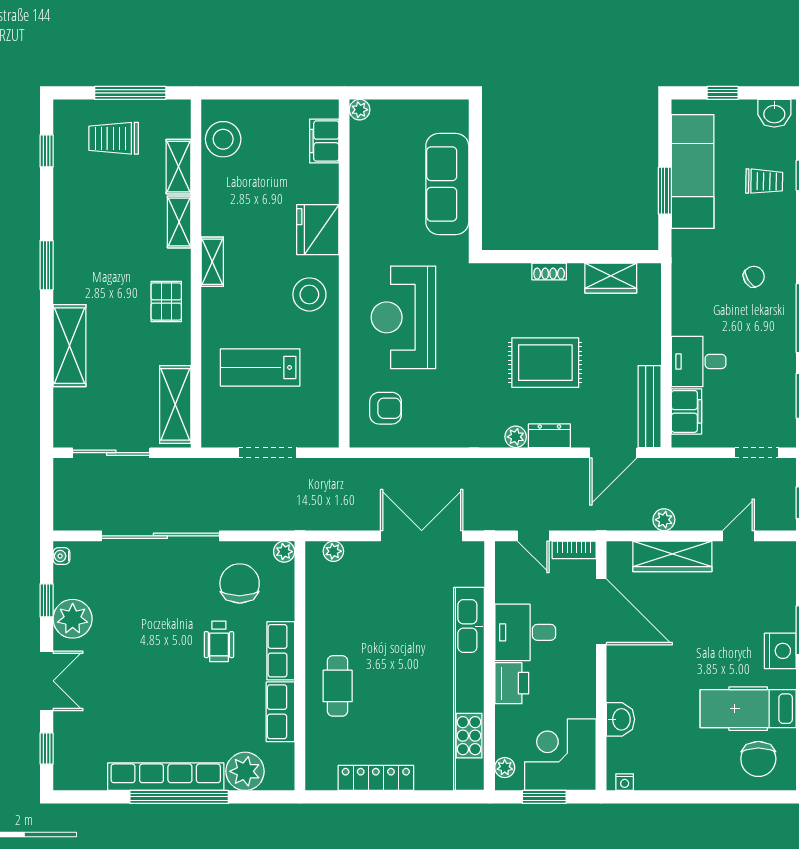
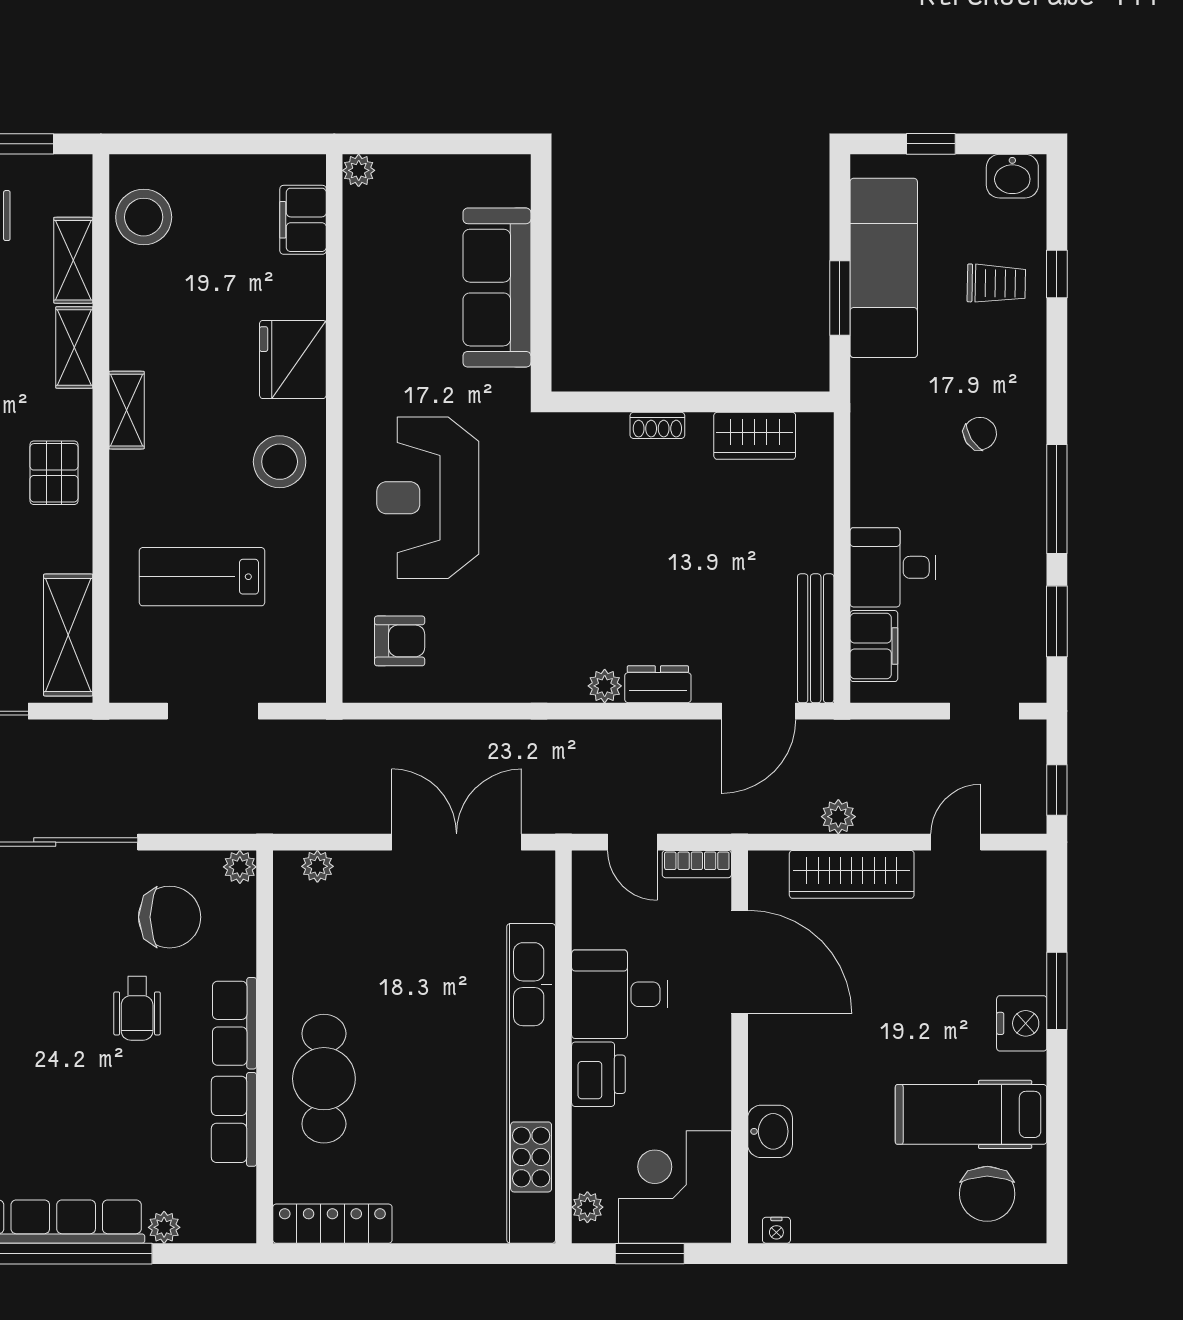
rug: (545, 363) -> (651, 569), removed
chair: (240, 583) -> (170, 917), turned 90
cafe table: (338, 686) -> (324, 1079), width x1.37, depth x1.35
plant: (245, 771) -> (164, 1227), width x0.53, depth x0.53
locker: (376, 778) -> (332, 1224), moved

